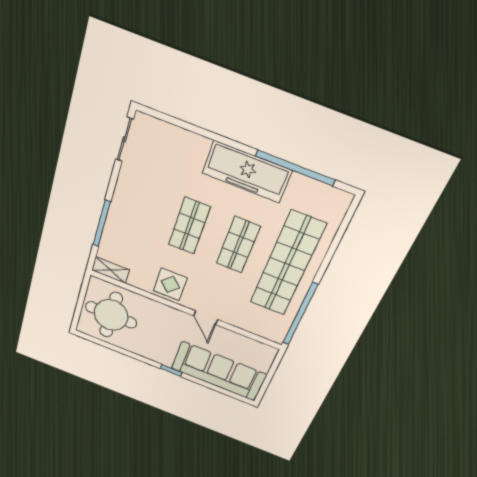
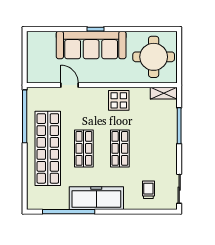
trolley: (168, 155) -> (148, 190), added
door: (206, 318) -> (69, 85), moved
sofa: (219, 371) -> (91, 45), moved

